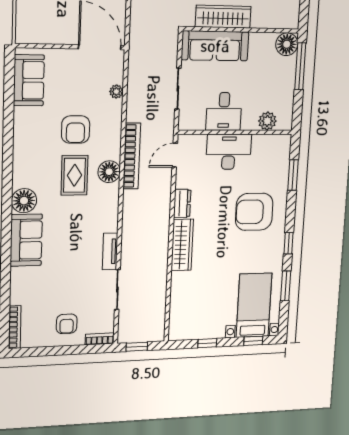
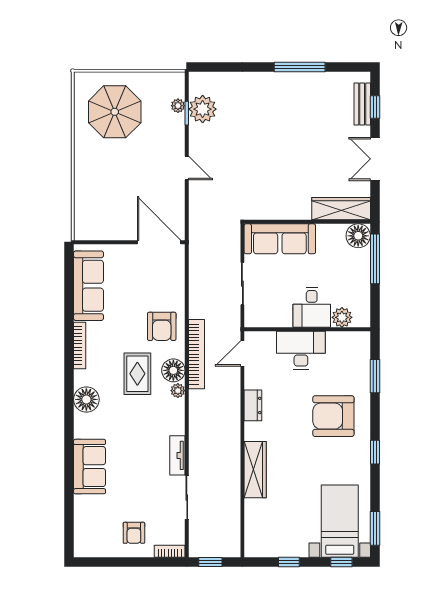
wardrobe: (223, 17) -> (341, 209), moved
sofa: (29, 80) -> (89, 286), width x1.36
plant: (116, 92) -> (178, 391), moved
desk: (224, 111) -> (312, 307), moved
armchair: (76, 130) -> (162, 326), moved
sofa: (26, 240) -> (90, 467), moved
wardrobe: (182, 245) -> (255, 470), moved
window: (286, 286) -> (375, 528), moved
bookcase: (15, 327) -> (80, 345), moved

